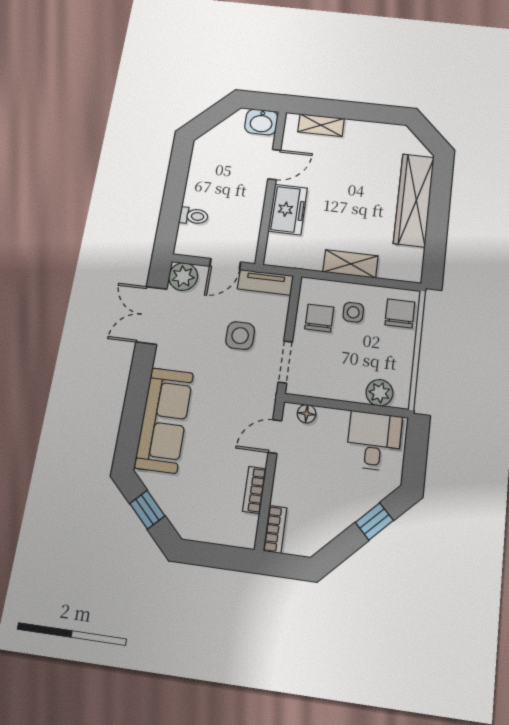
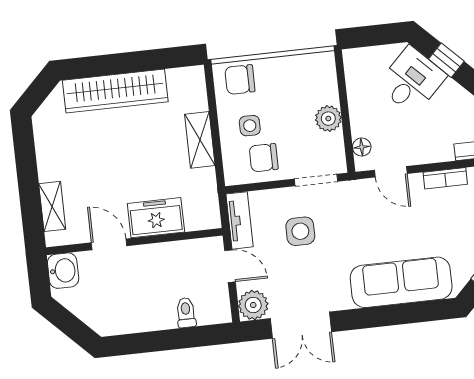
plant: (379, 393) -> (328, 119), moved
desk: (374, 441) -> (412, 81), moved, turned 135

